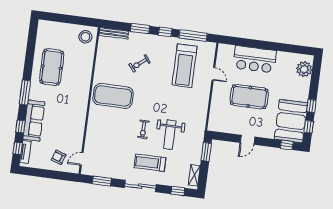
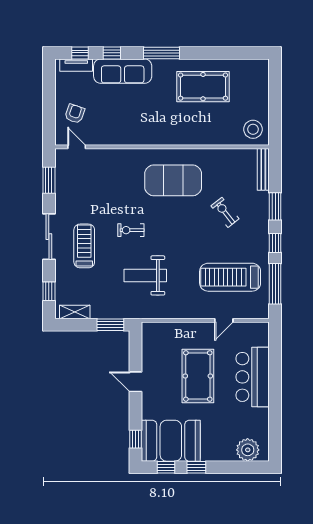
exercise mat: (113, 96) -> (173, 180), turned 90
weight bench: (170, 135) -> (145, 275), moved

